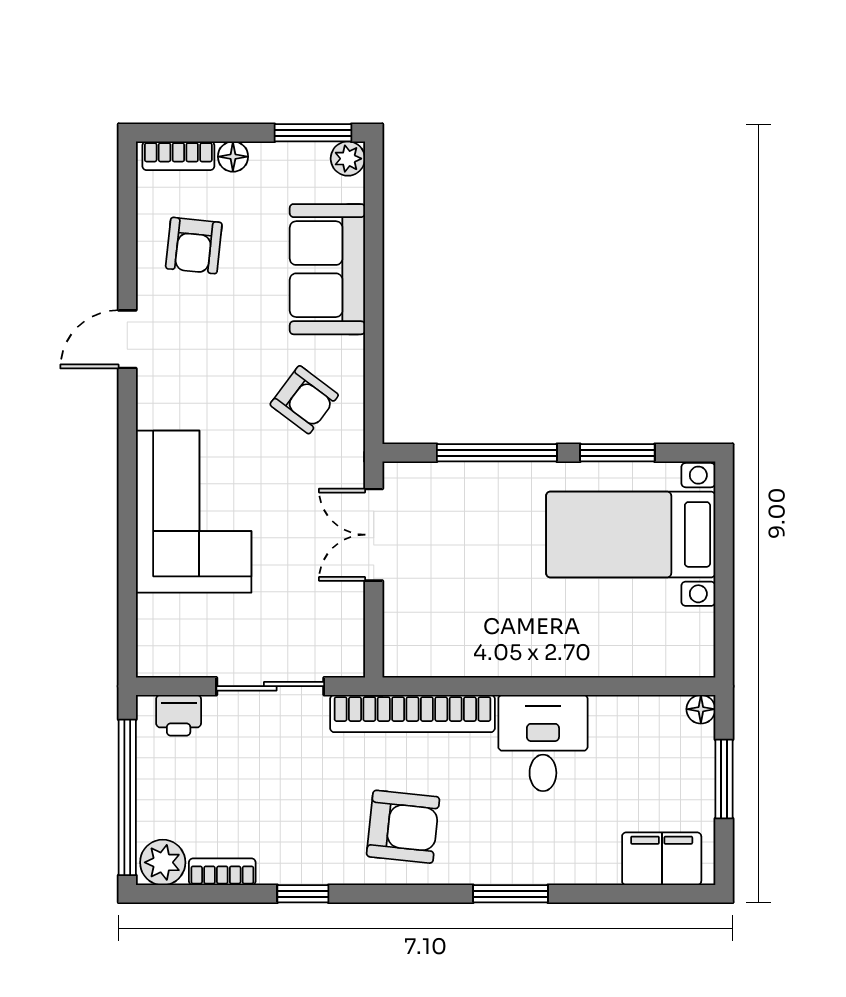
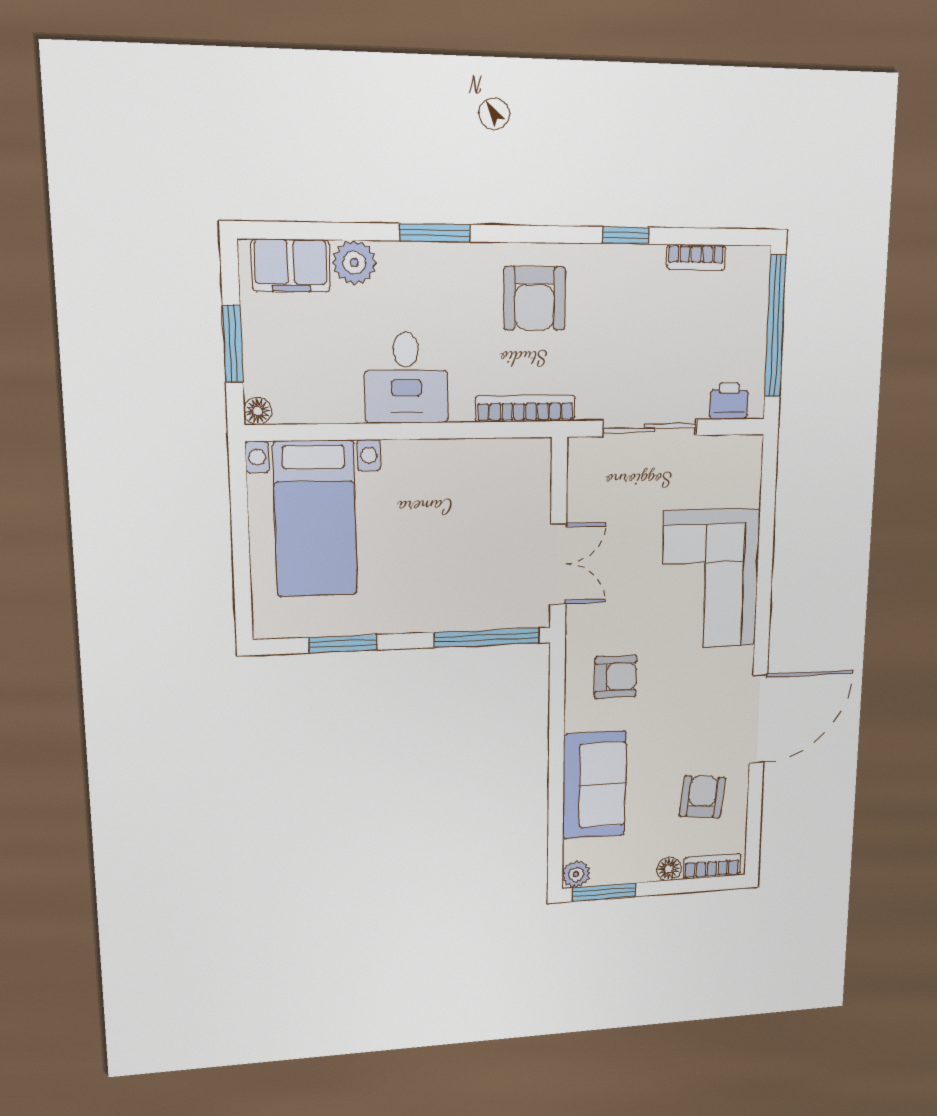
door: (127, 339) -> (758, 719), width x1.88
armchair: (304, 400) -> (616, 677), turned 143
window: (497, 453) -> (487, 638), moved
bed with nightstands: (631, 534) -> (315, 519), moved, turned 90
bookcase: (412, 714) -> (525, 409), width x0.68, depth x0.76
armchair: (403, 827) -> (534, 299), turned -96
plant: (163, 862) -> (354, 263), moved

